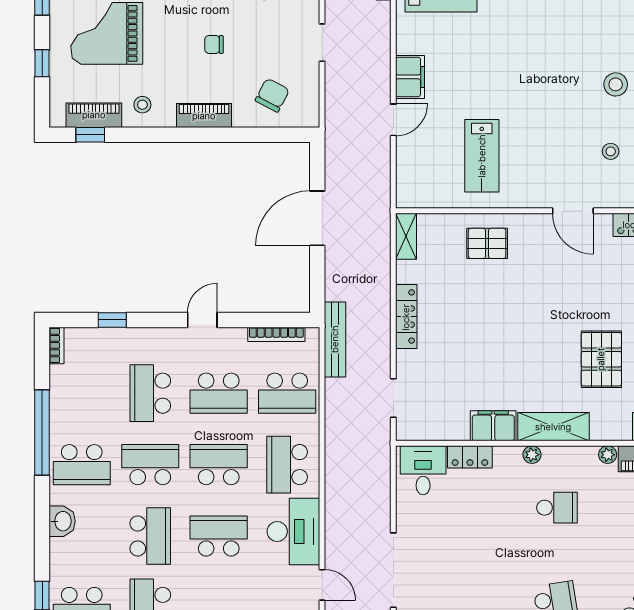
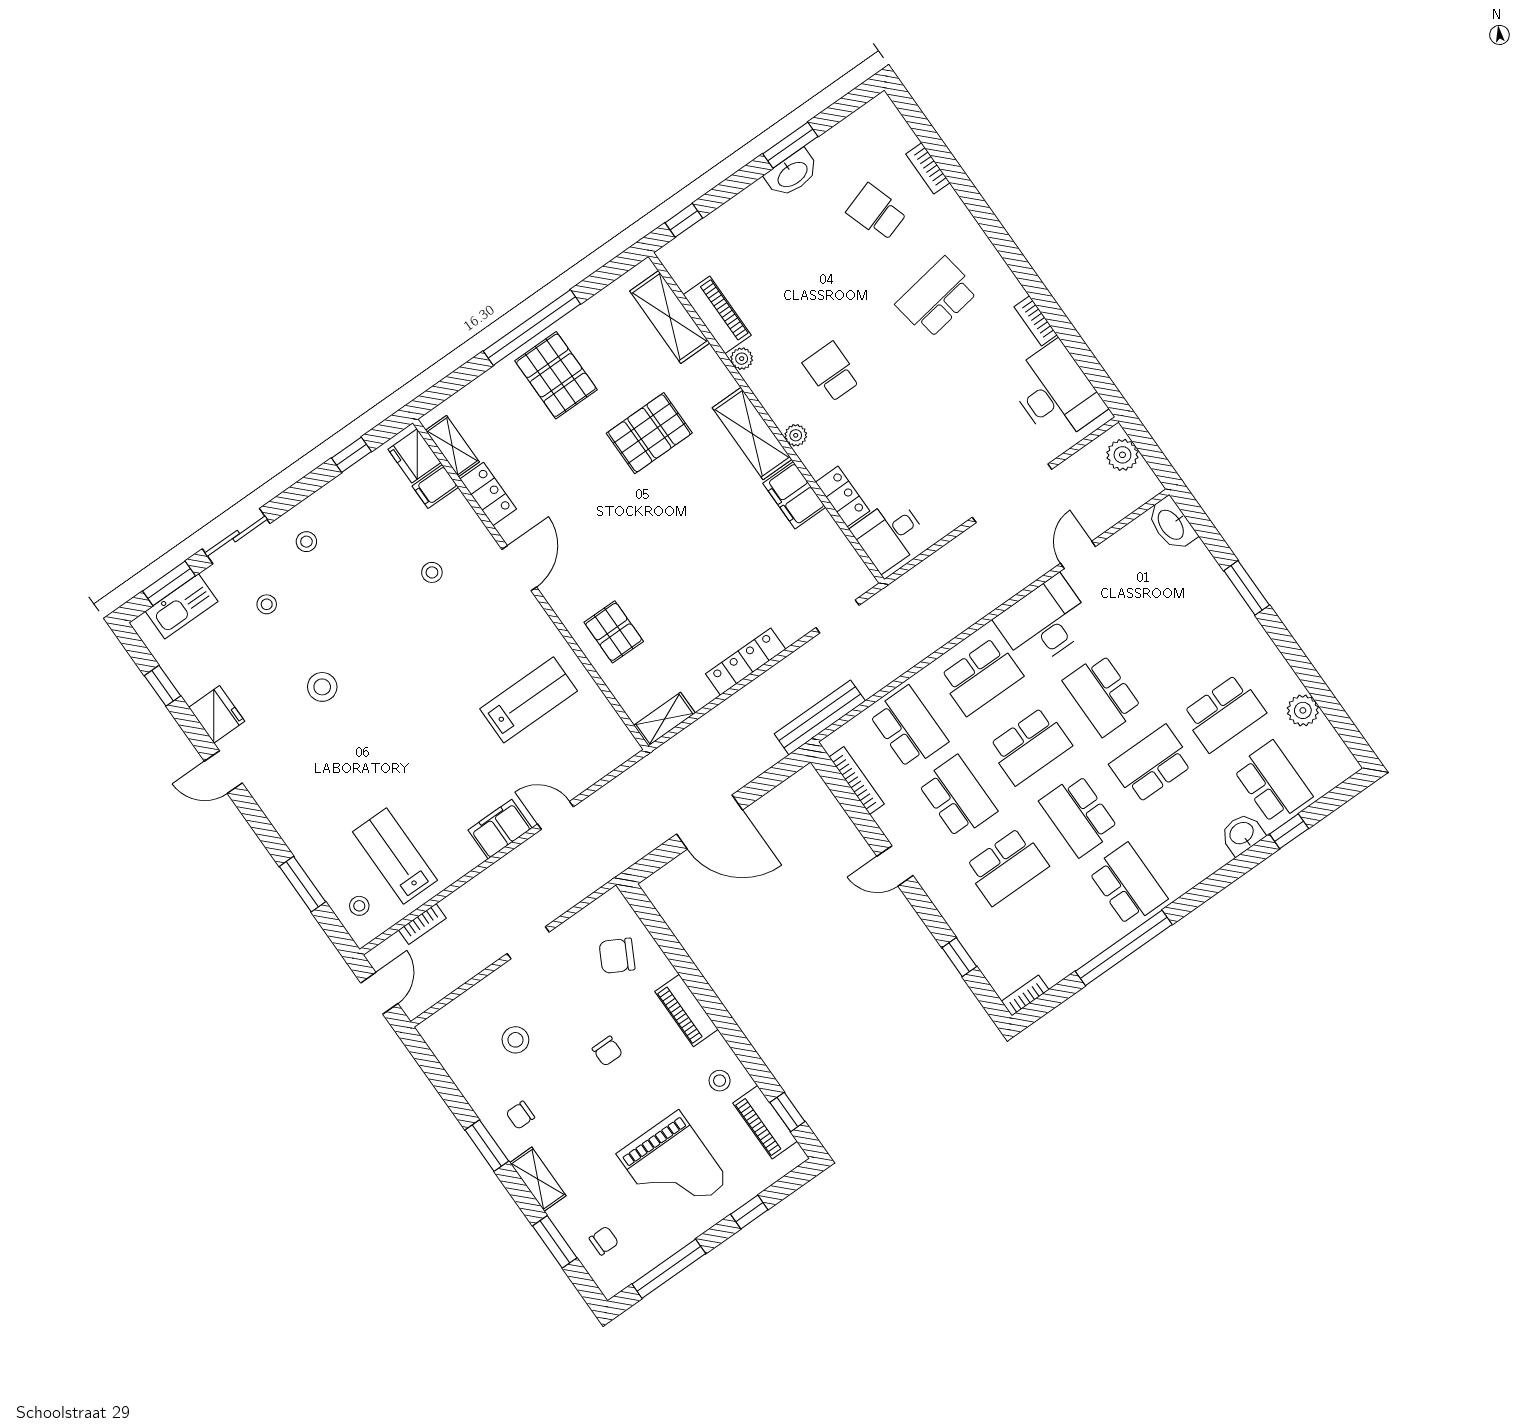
stool: (616, 84) -> (322, 687), moved
school desk: (219, 465) -> (1030, 746), turned -90
washbasin: (62, 521) -> (1242, 834), moved

